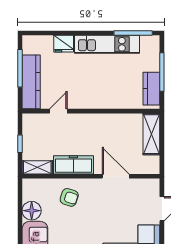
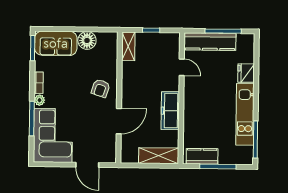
freezer: (73, 165) -> (170, 111), moved, turned 180
armchair: (69, 197) -> (101, 88), moved

